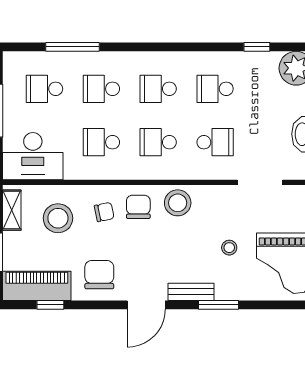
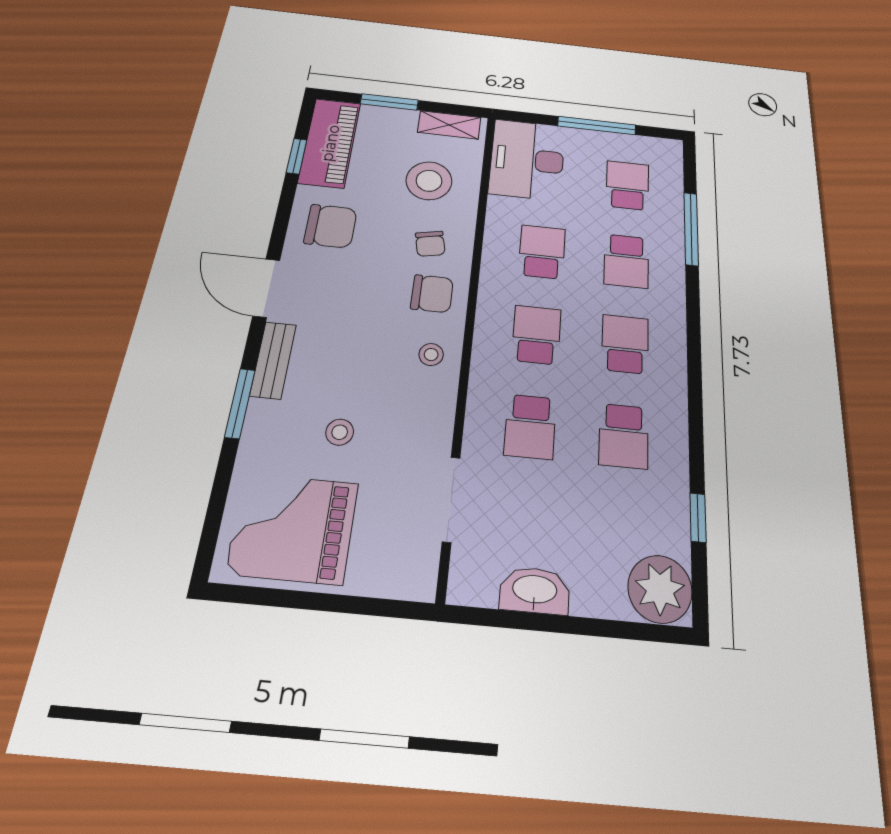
school desk: (101, 89) -> (626, 261), turned 180
school desk: (215, 89) -> (624, 436), turned 180
stool: (178, 203) -> (431, 355), width x0.53, depth x0.53

